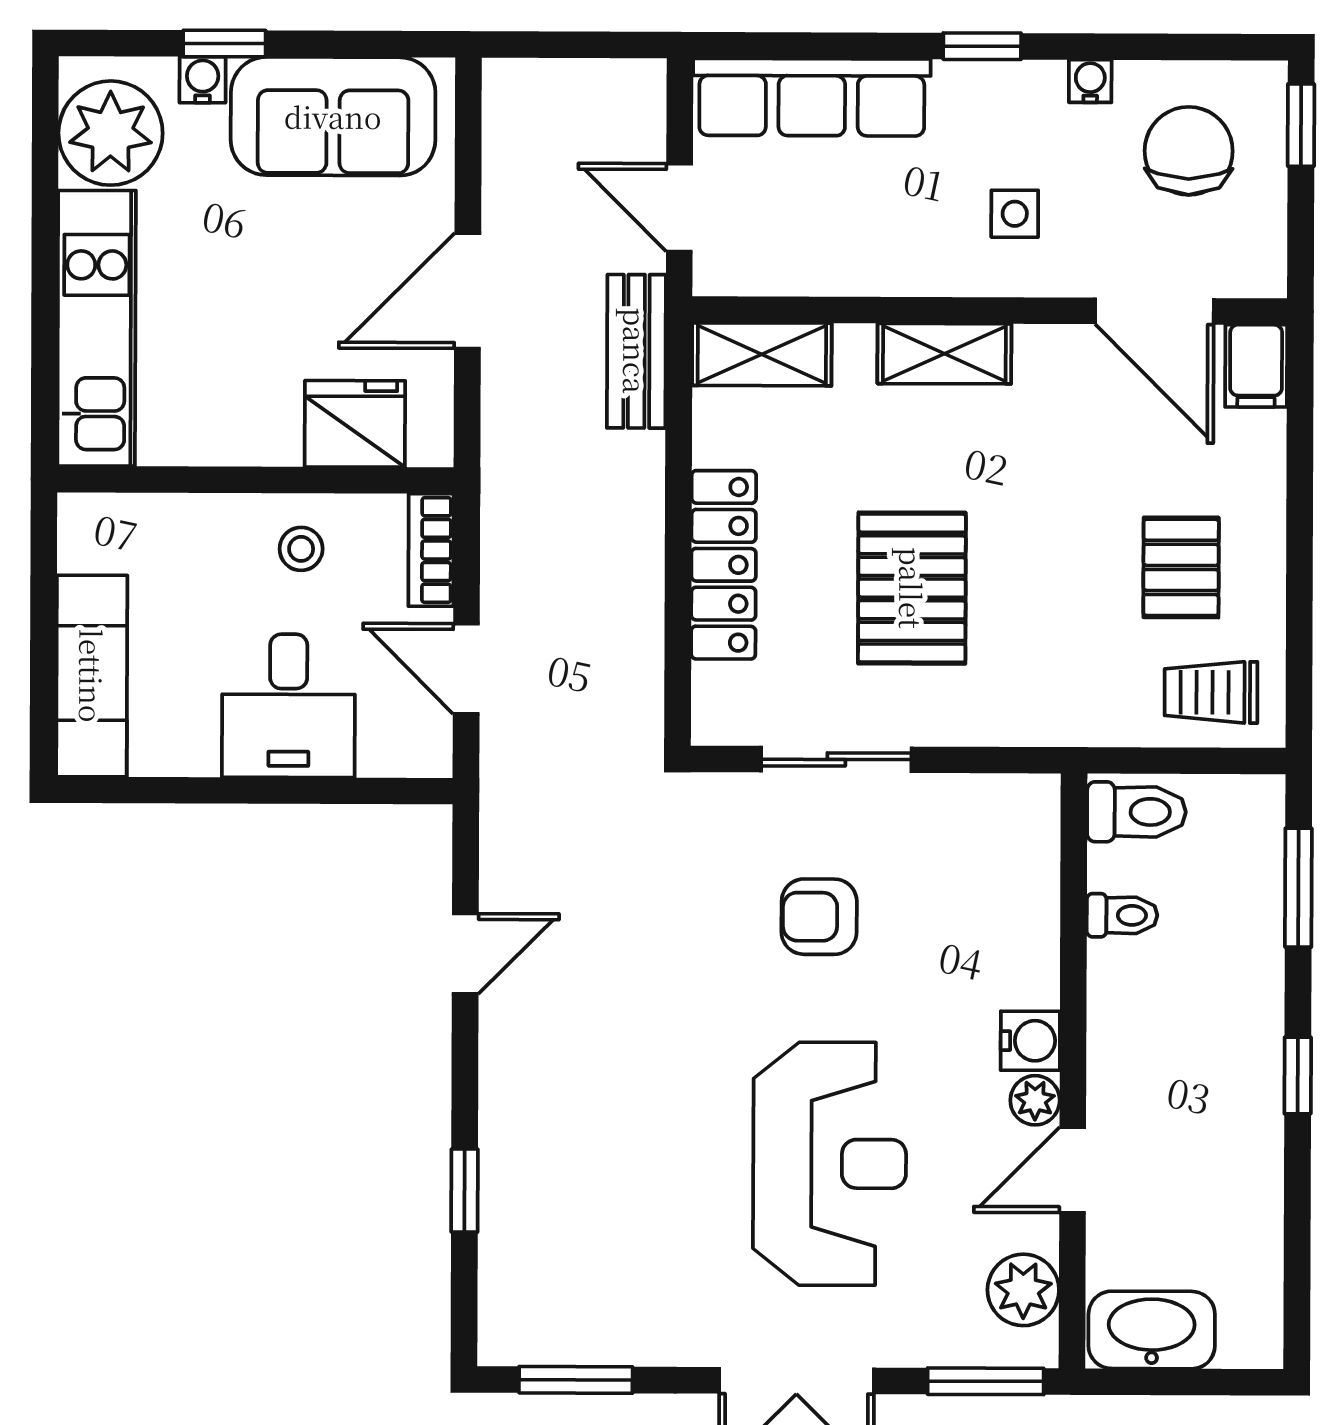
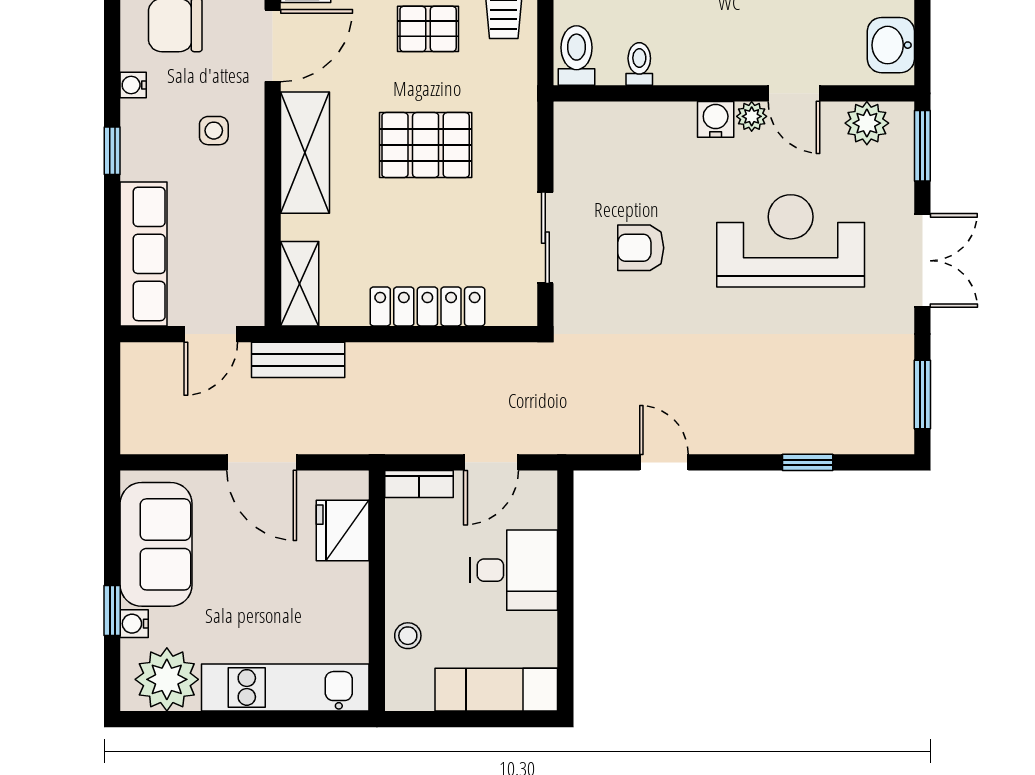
shelving: (944, 354) -> (305, 153), width x1.50, depth x1.33
stool: (301, 549) -> (408, 636), moved
pallet: (912, 588) -> (426, 145), moved
armchair: (819, 917) -> (641, 248), turned 90
washbasin: (1152, 1330) -> (891, 45), width x0.72

